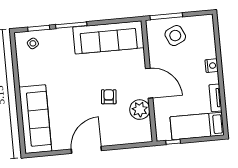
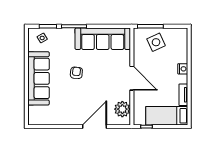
armchair: (109, 97) -> (76, 73), moved
plant: (140, 110) -> (122, 109), moved
sofa: (35, 119) -> (39, 78), moved
door: (86, 150) -> (95, 127), moved

